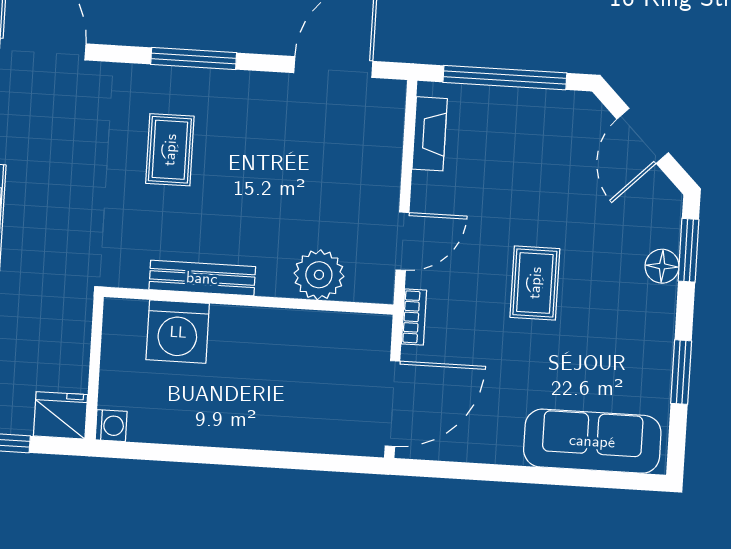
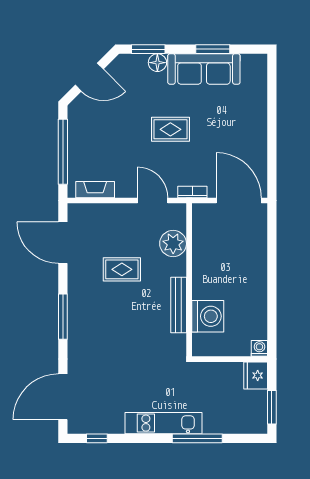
rug: (170, 150) -> (122, 269), moved
sofa: (592, 441) -> (204, 69), moved, turned -90

